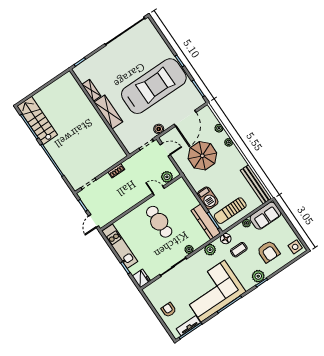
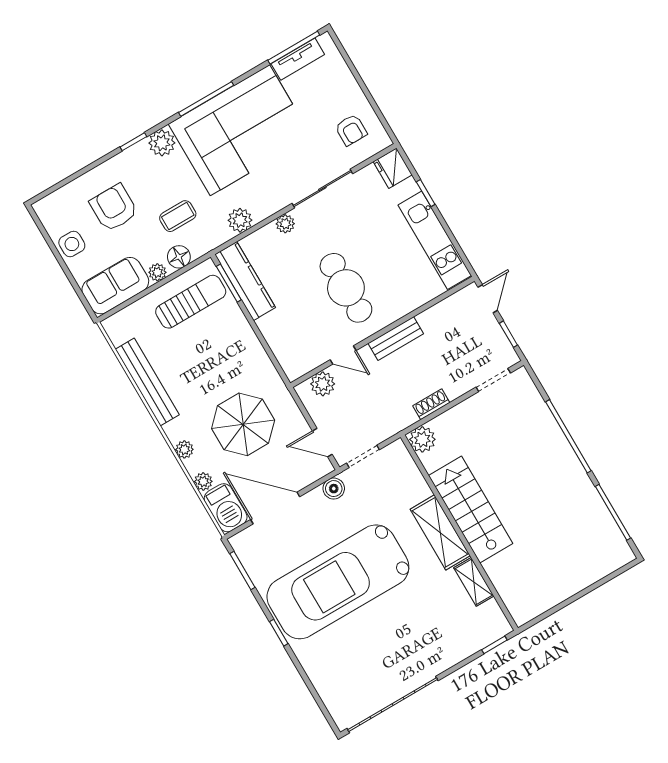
door: (185, 118) -> (275, 508), hinge flipped
stairs: (37, 121) -> (471, 509), moved, turned 180
plant: (119, 154) -> (422, 439), added
bench: (256, 184) -> (147, 382), moved
barbecue: (208, 198) -> (226, 508), moved, turned 180
bench: (135, 200) -> (396, 339), added
floor lamp: (226, 239) -> (179, 257), moved
side table: (295, 247) -> (72, 244), moved
plant: (258, 276) -> (162, 143), moved
armchair: (169, 310) -> (351, 130), moved

